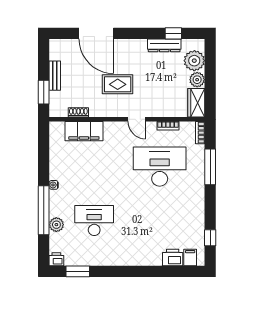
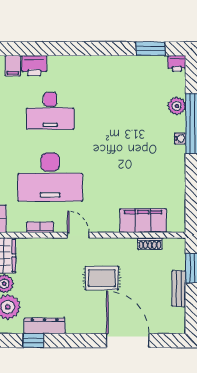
water cooler: (54, 185) -> (180, 139), moved
desk: (94, 221) -> (50, 111), moved

